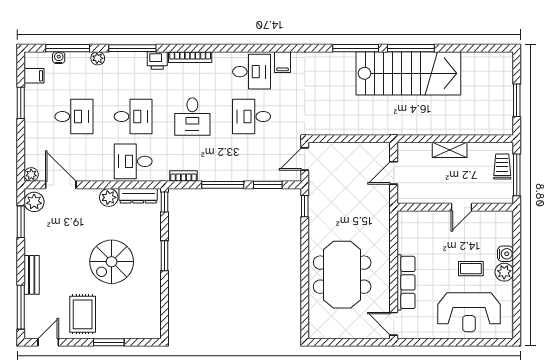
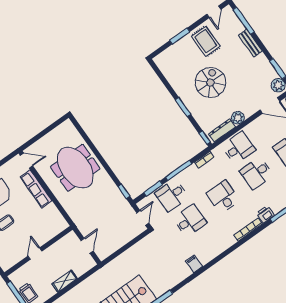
desk: (252, 72) -> (172, 195), moved

